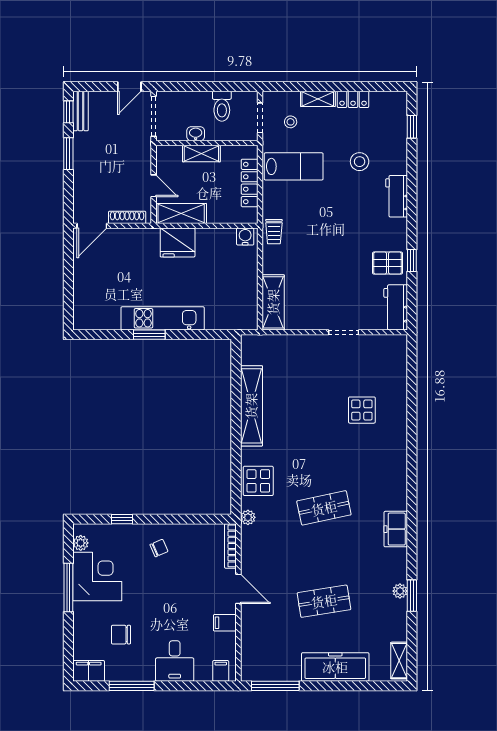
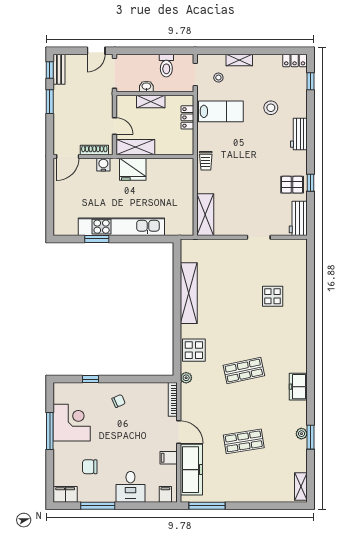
locker: (353, 99) -> (295, 60), moved
locker: (250, 183) -> (187, 117), width x0.66
water cooler: (245, 237) -> (103, 165), moved
kitchen unit: (163, 318) -> (121, 227), width x1.36
window: (149, 335) -> (97, 239), moved
plant: (81, 543) -> (59, 397), removed
freezer: (335, 667) -> (191, 470), moved, turned 90

